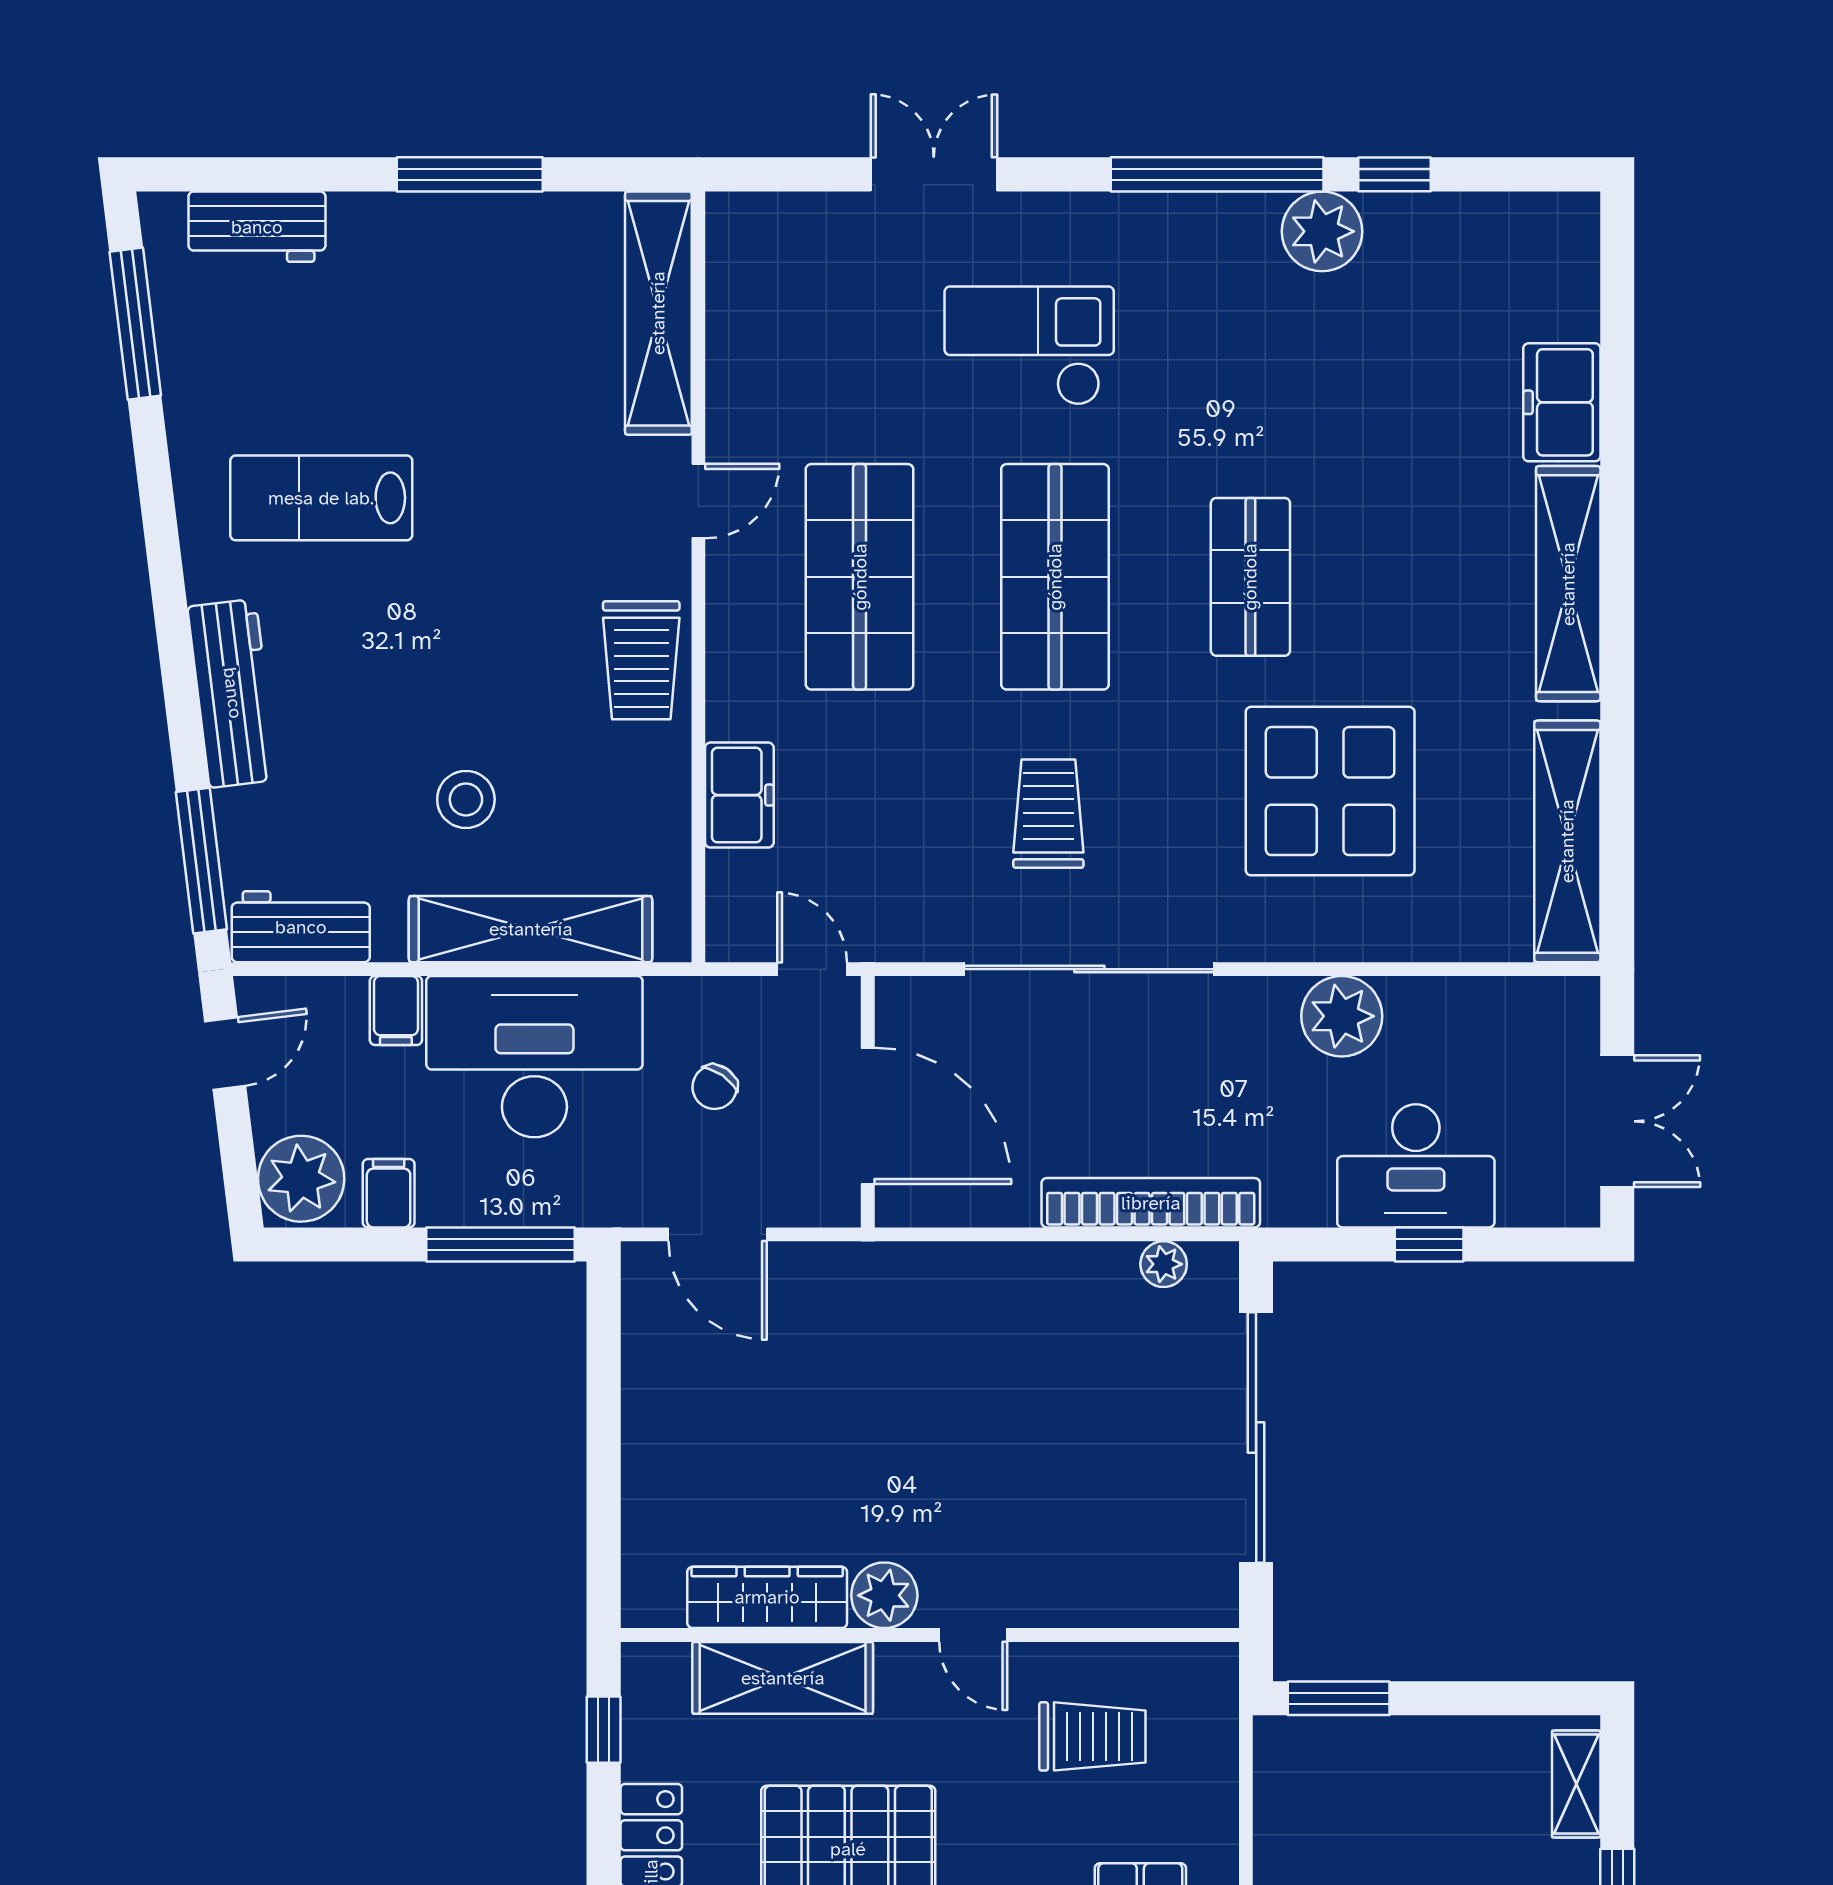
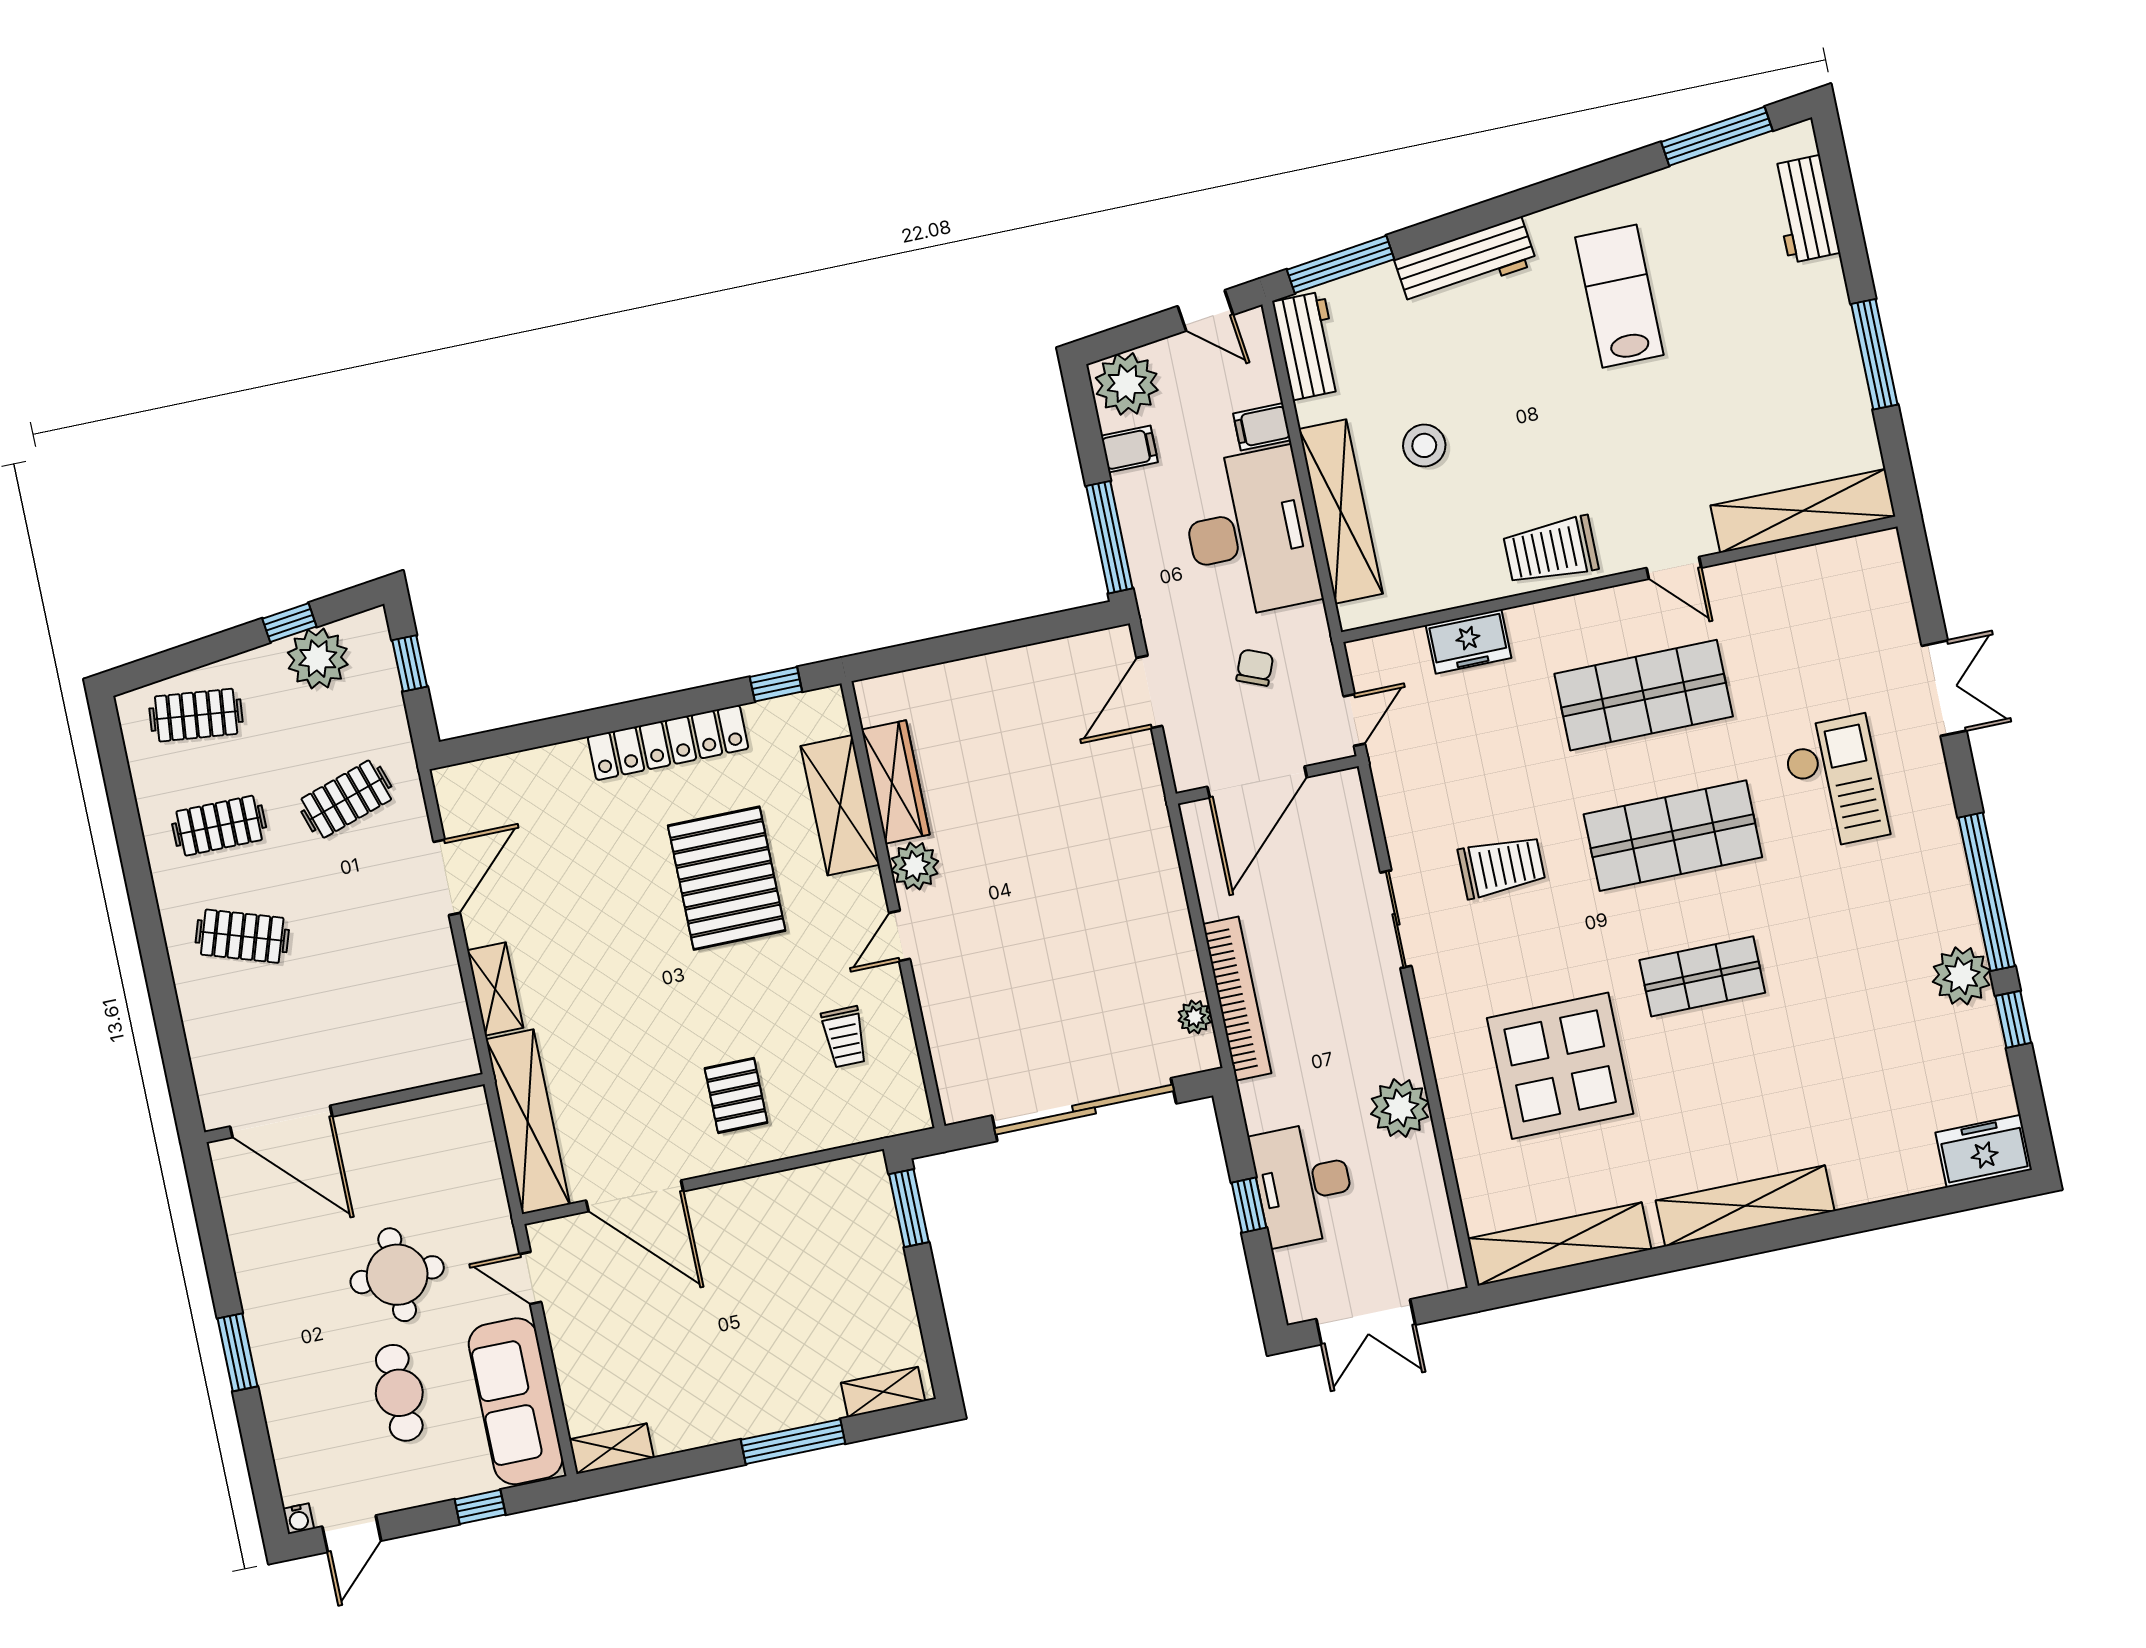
freezer: (1562, 402) -> (1984, 1151), moved
sliding door: (1089, 969) -> (1396, 919), width x0.54
chair: (715, 1087) -> (1255, 668), turned 77
trolley: (1092, 1736) -> (844, 1037), width x0.73, depth x0.72

